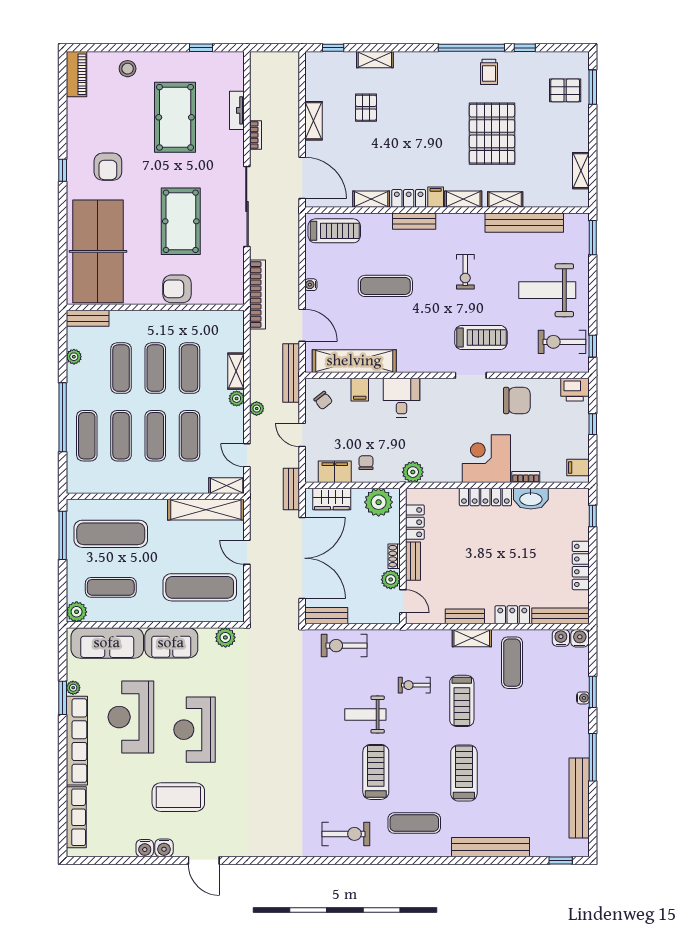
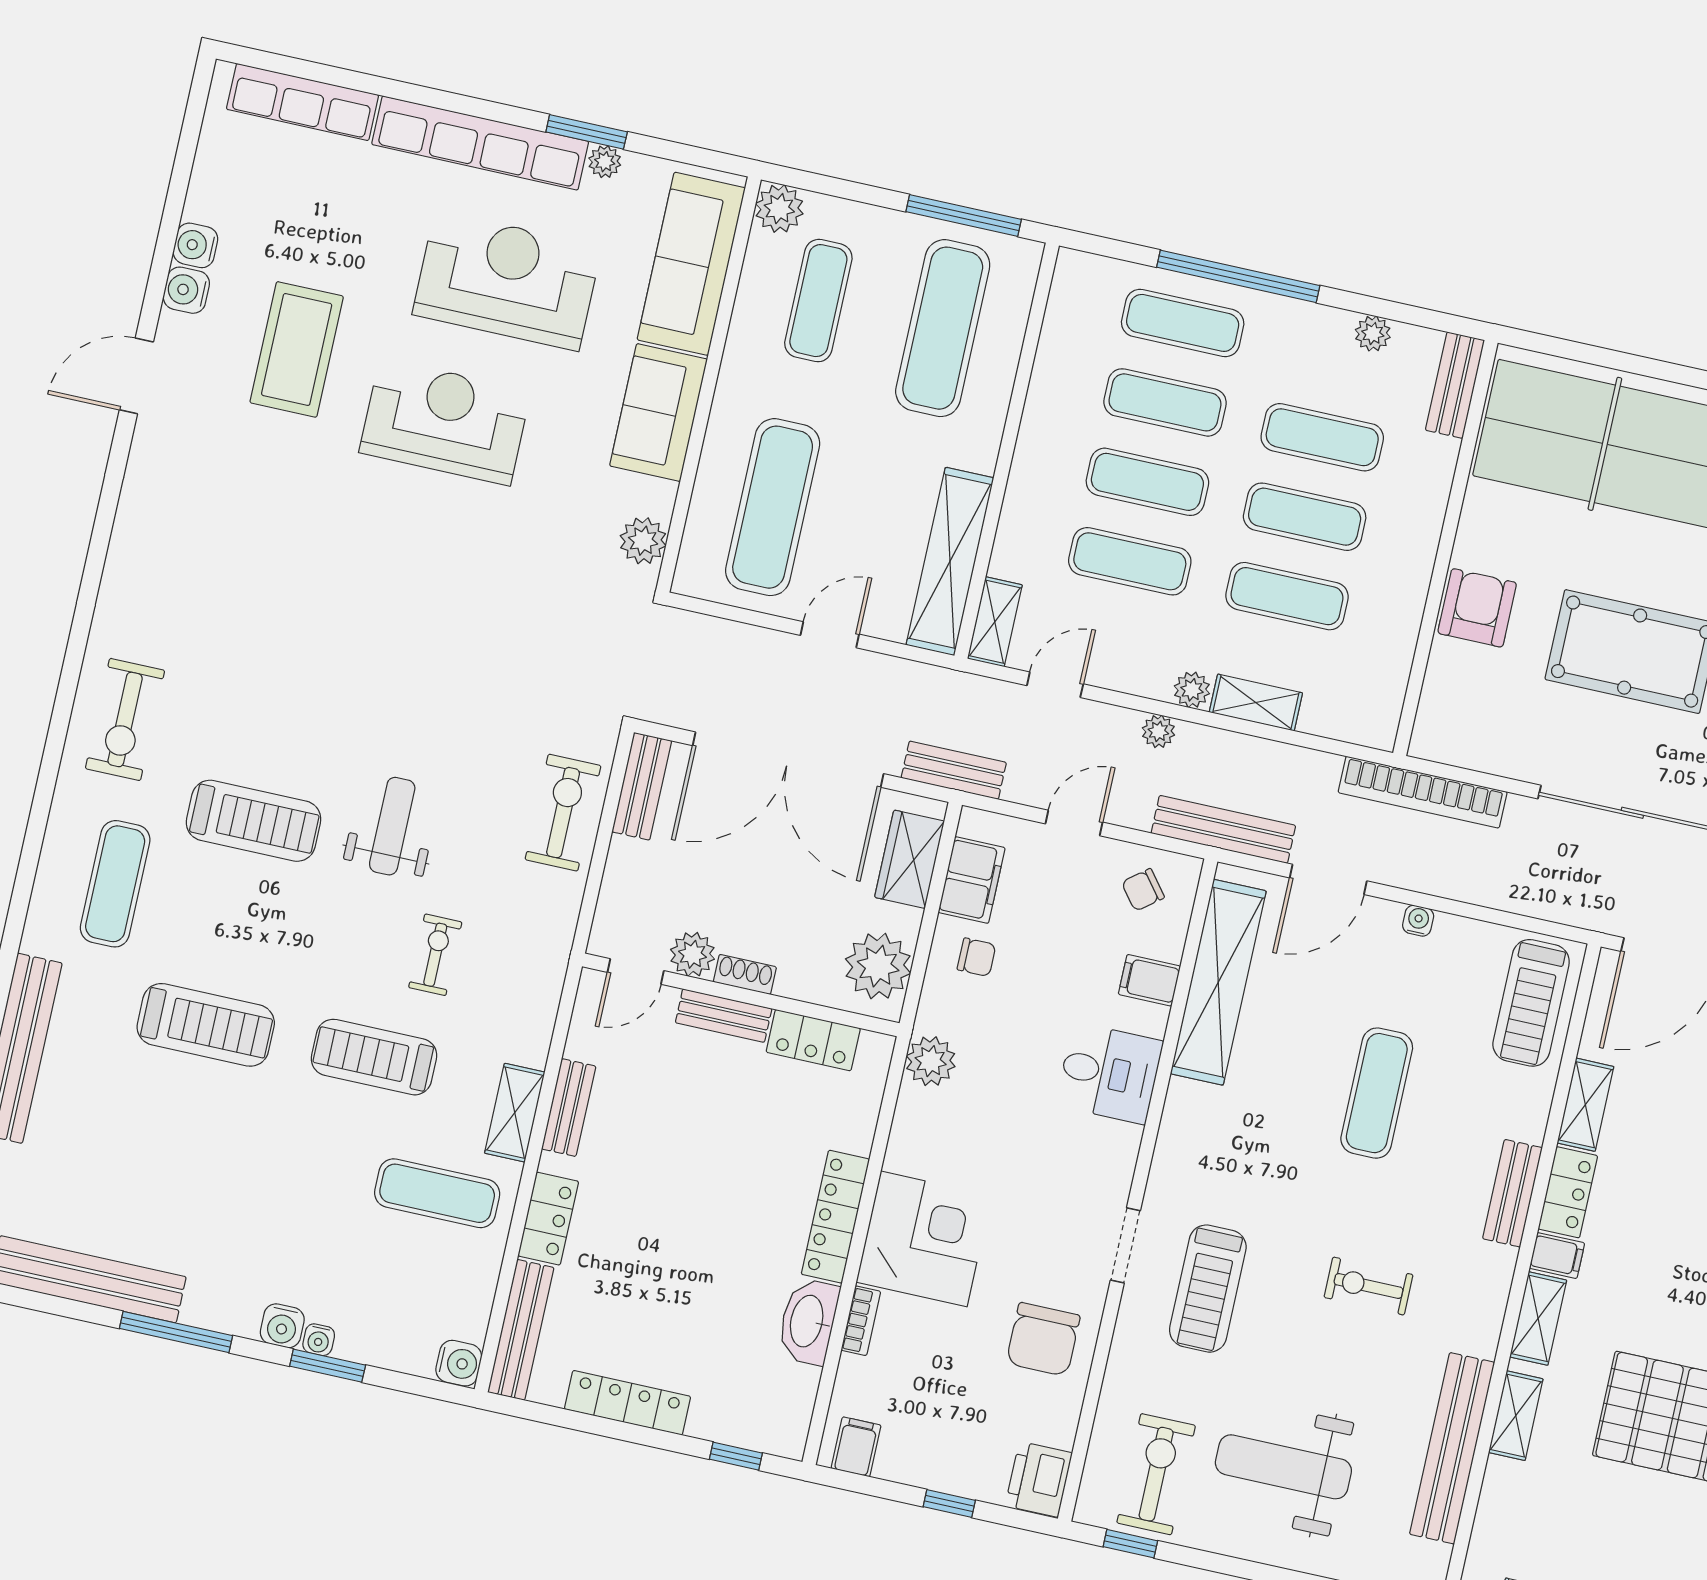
weight bench: (547, 290) -> (1283, 1467), turned -90
water cooler: (561, 638) -> (282, 1326), moved, turned 90

